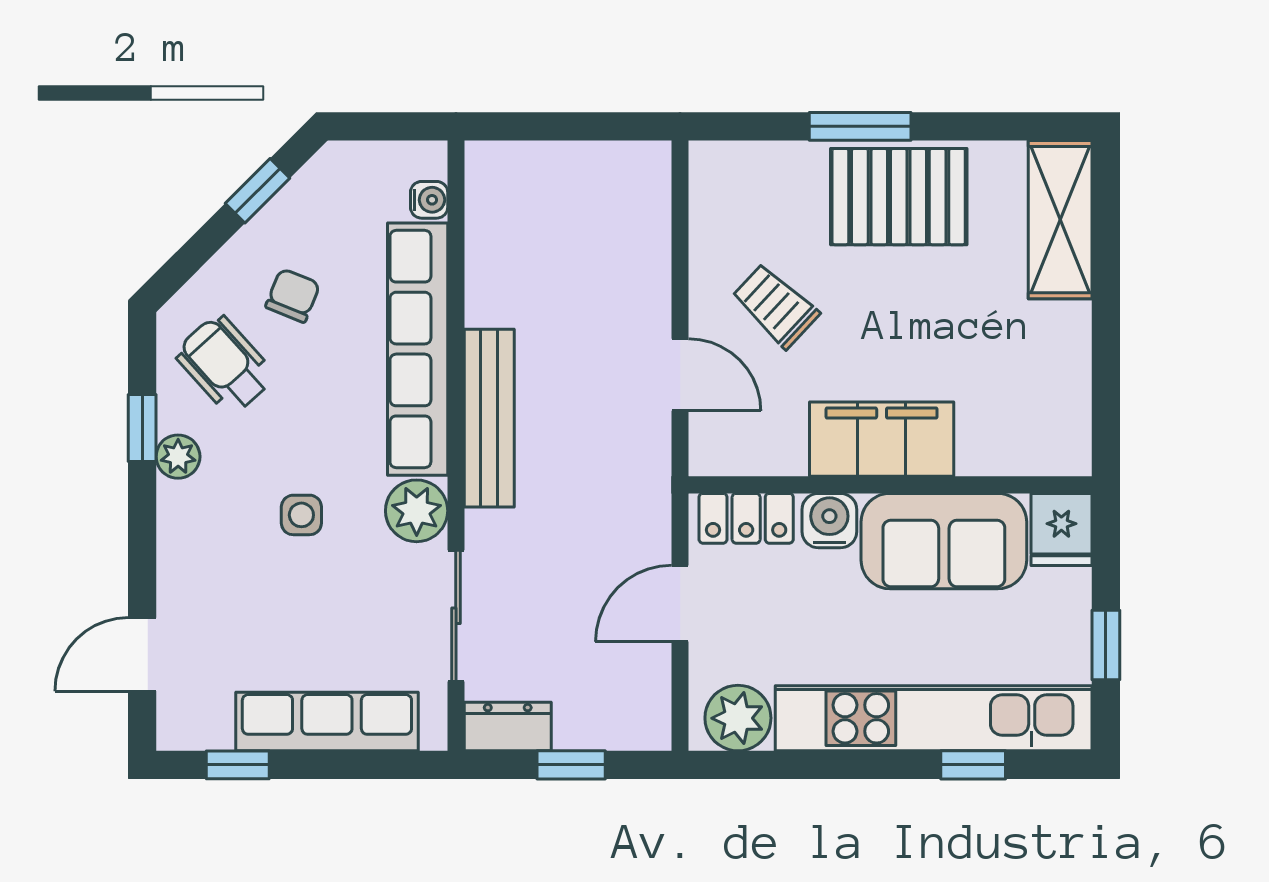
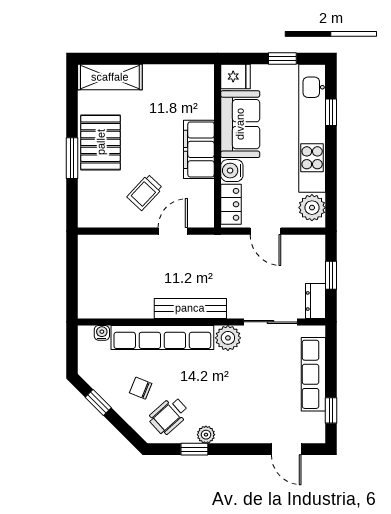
side table: (301, 515) -> (230, 385), removed

